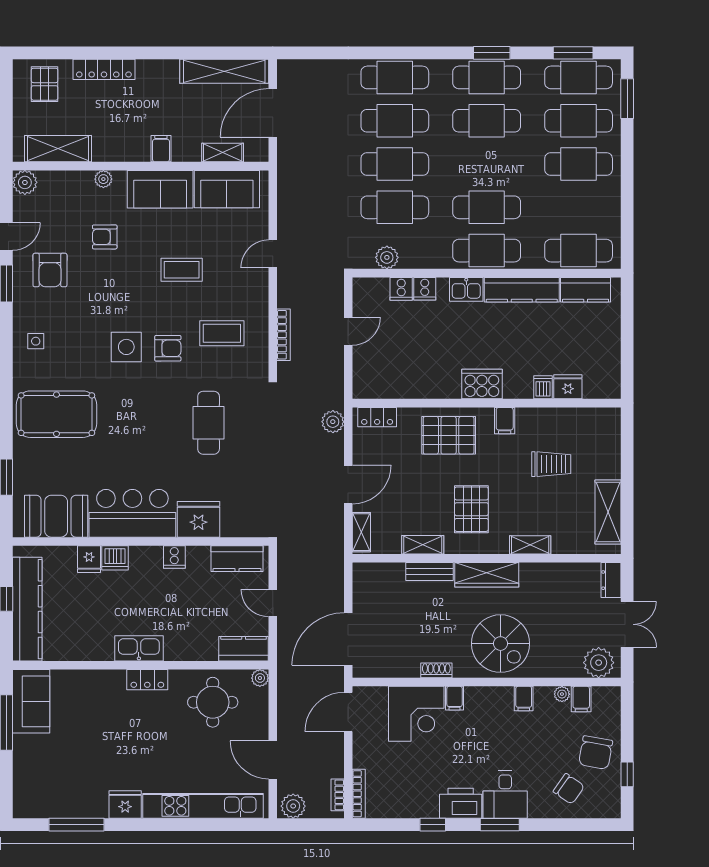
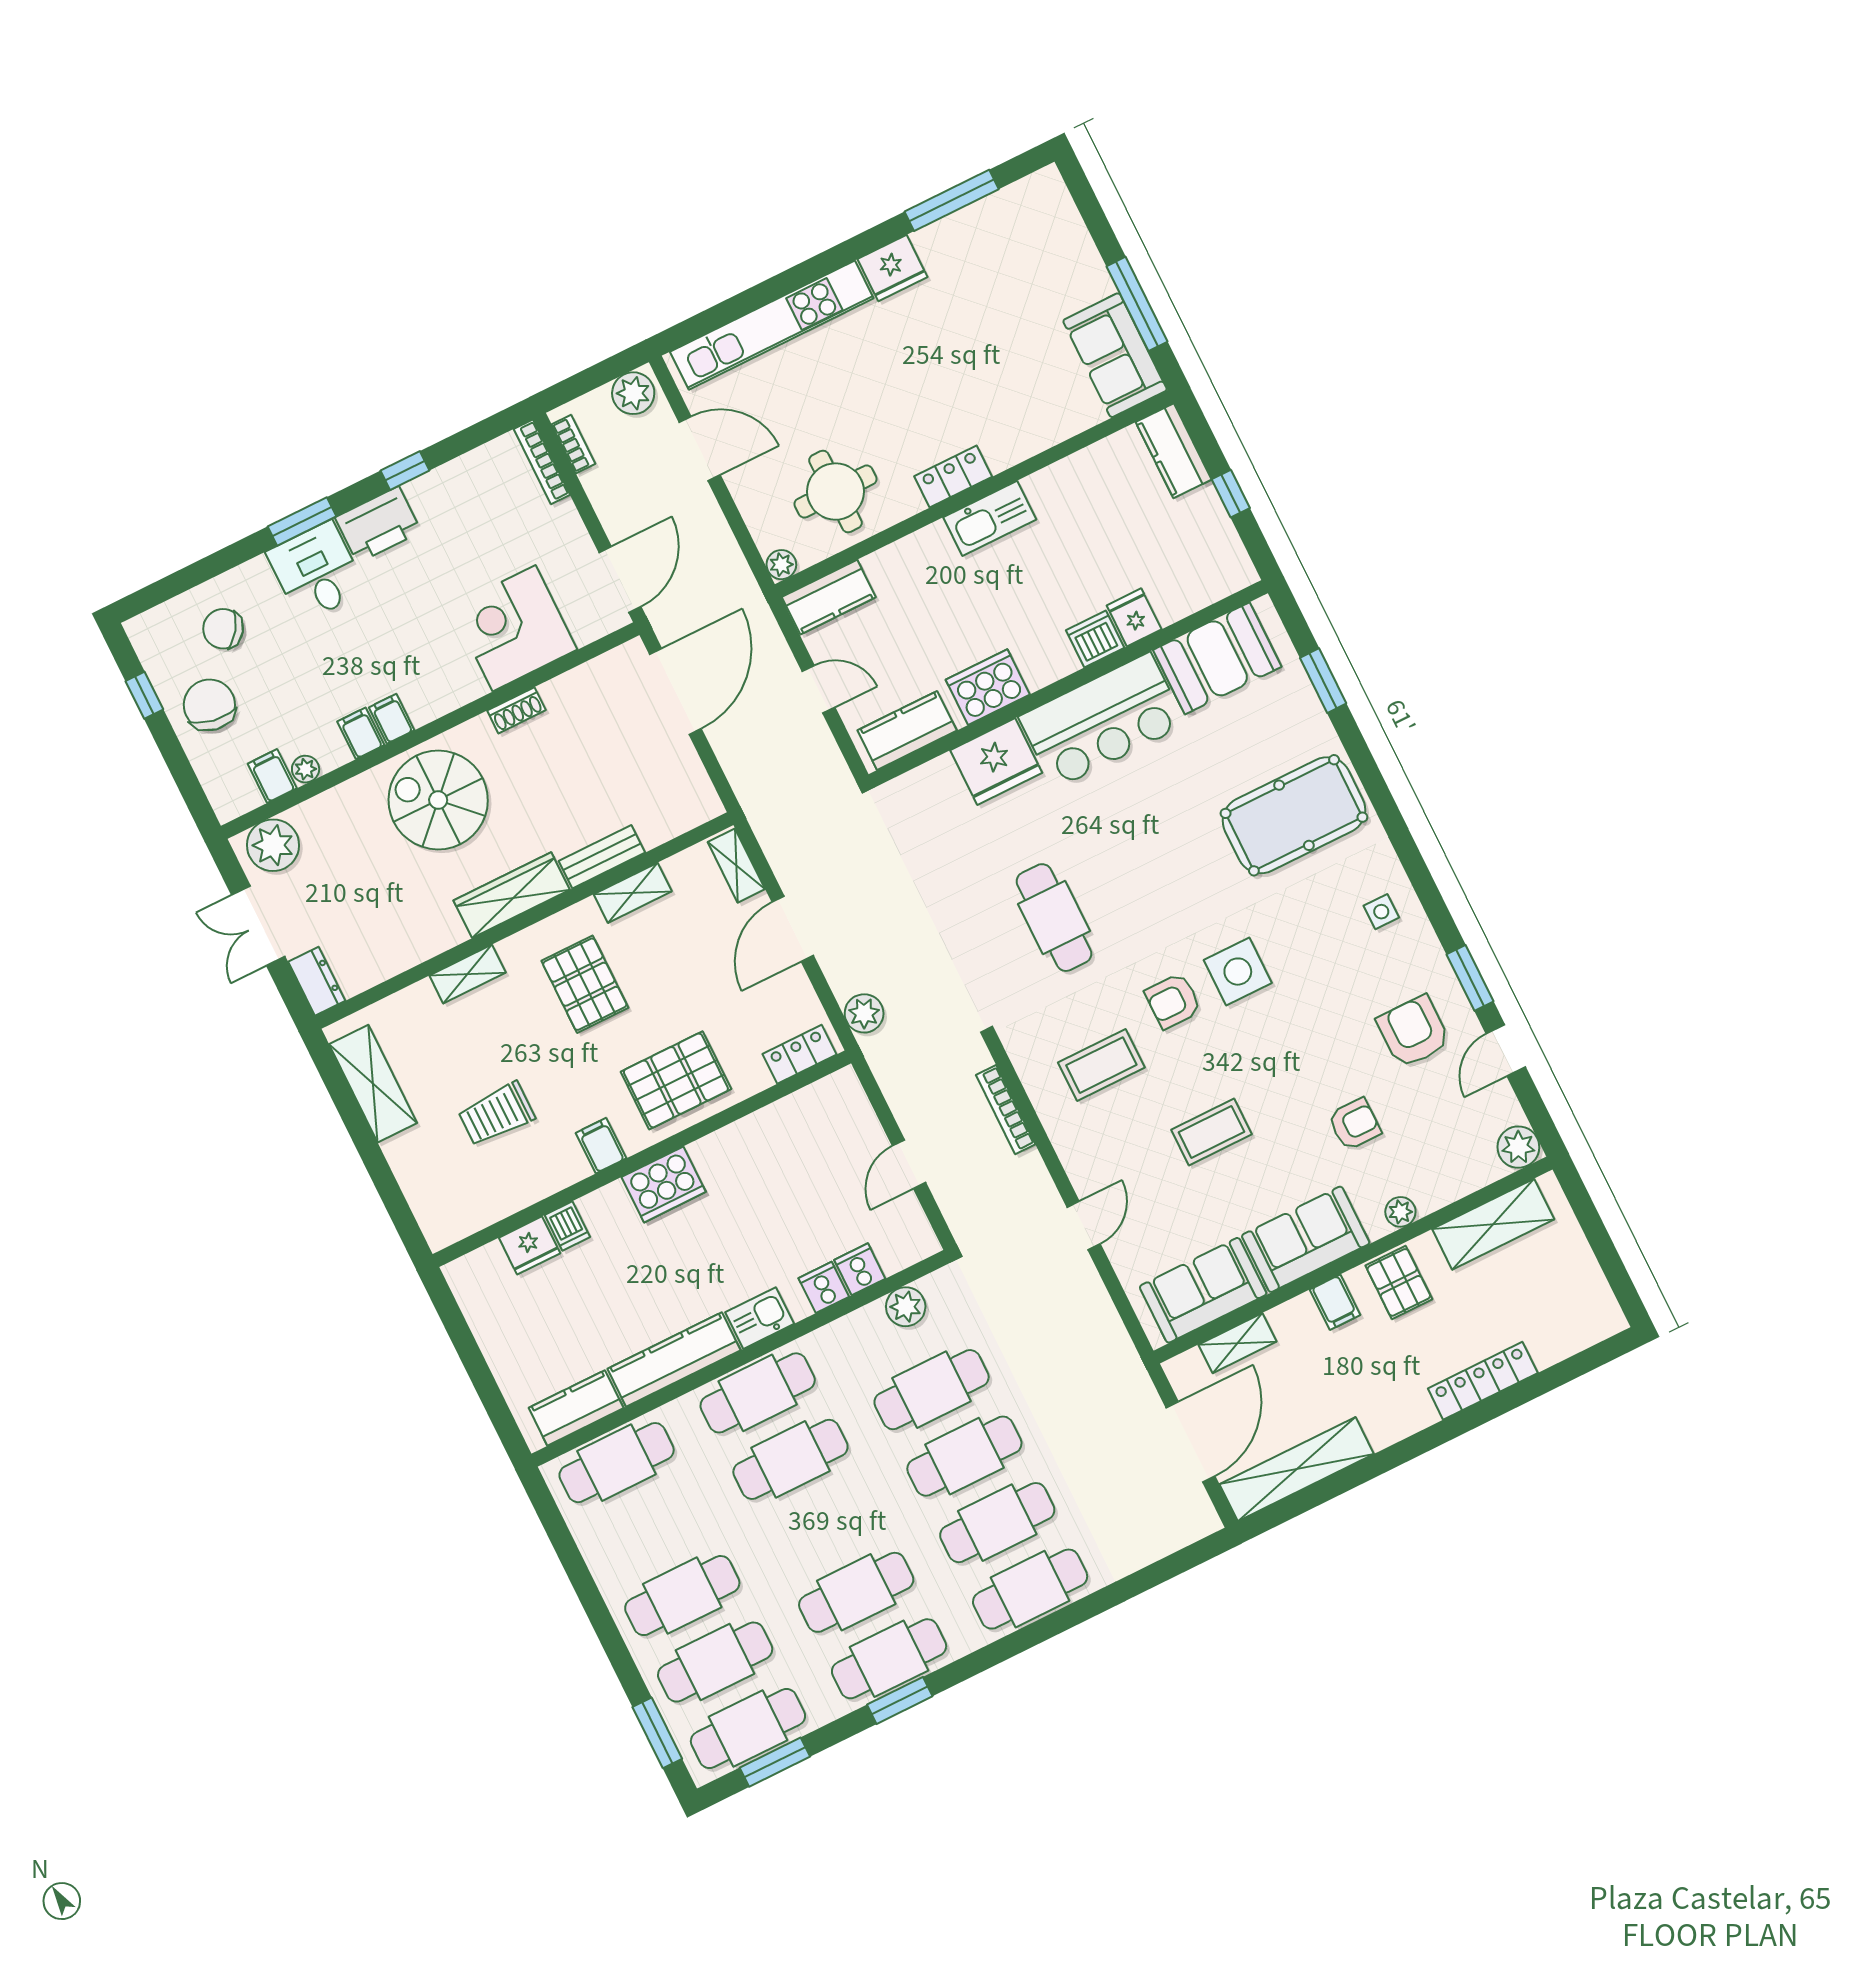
pallet: (45, 84) -> (1399, 1282), moved
cooker: (174, 557) -> (988, 687), width x1.87, depth x1.31
kitchen counter: (27, 609) -> (1174, 451), width x0.48, depth x0.86
filing cabinet: (455, 698) -> (392, 719), moved

